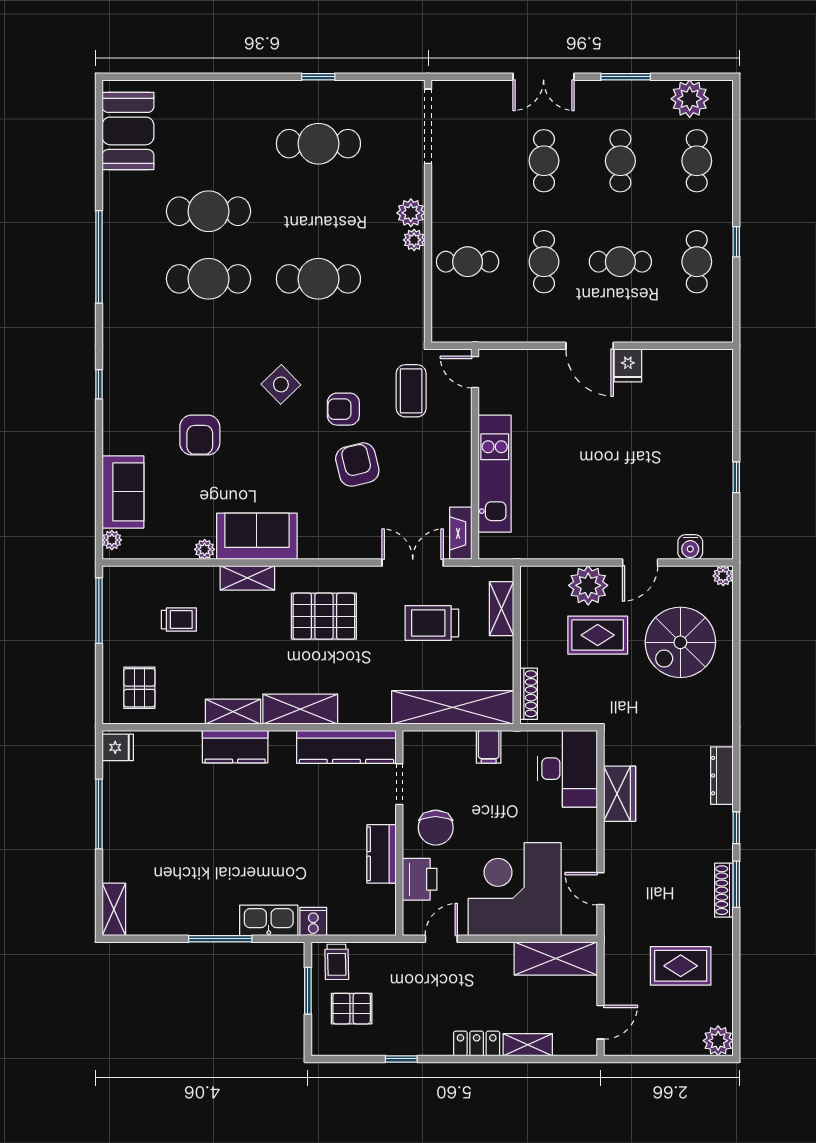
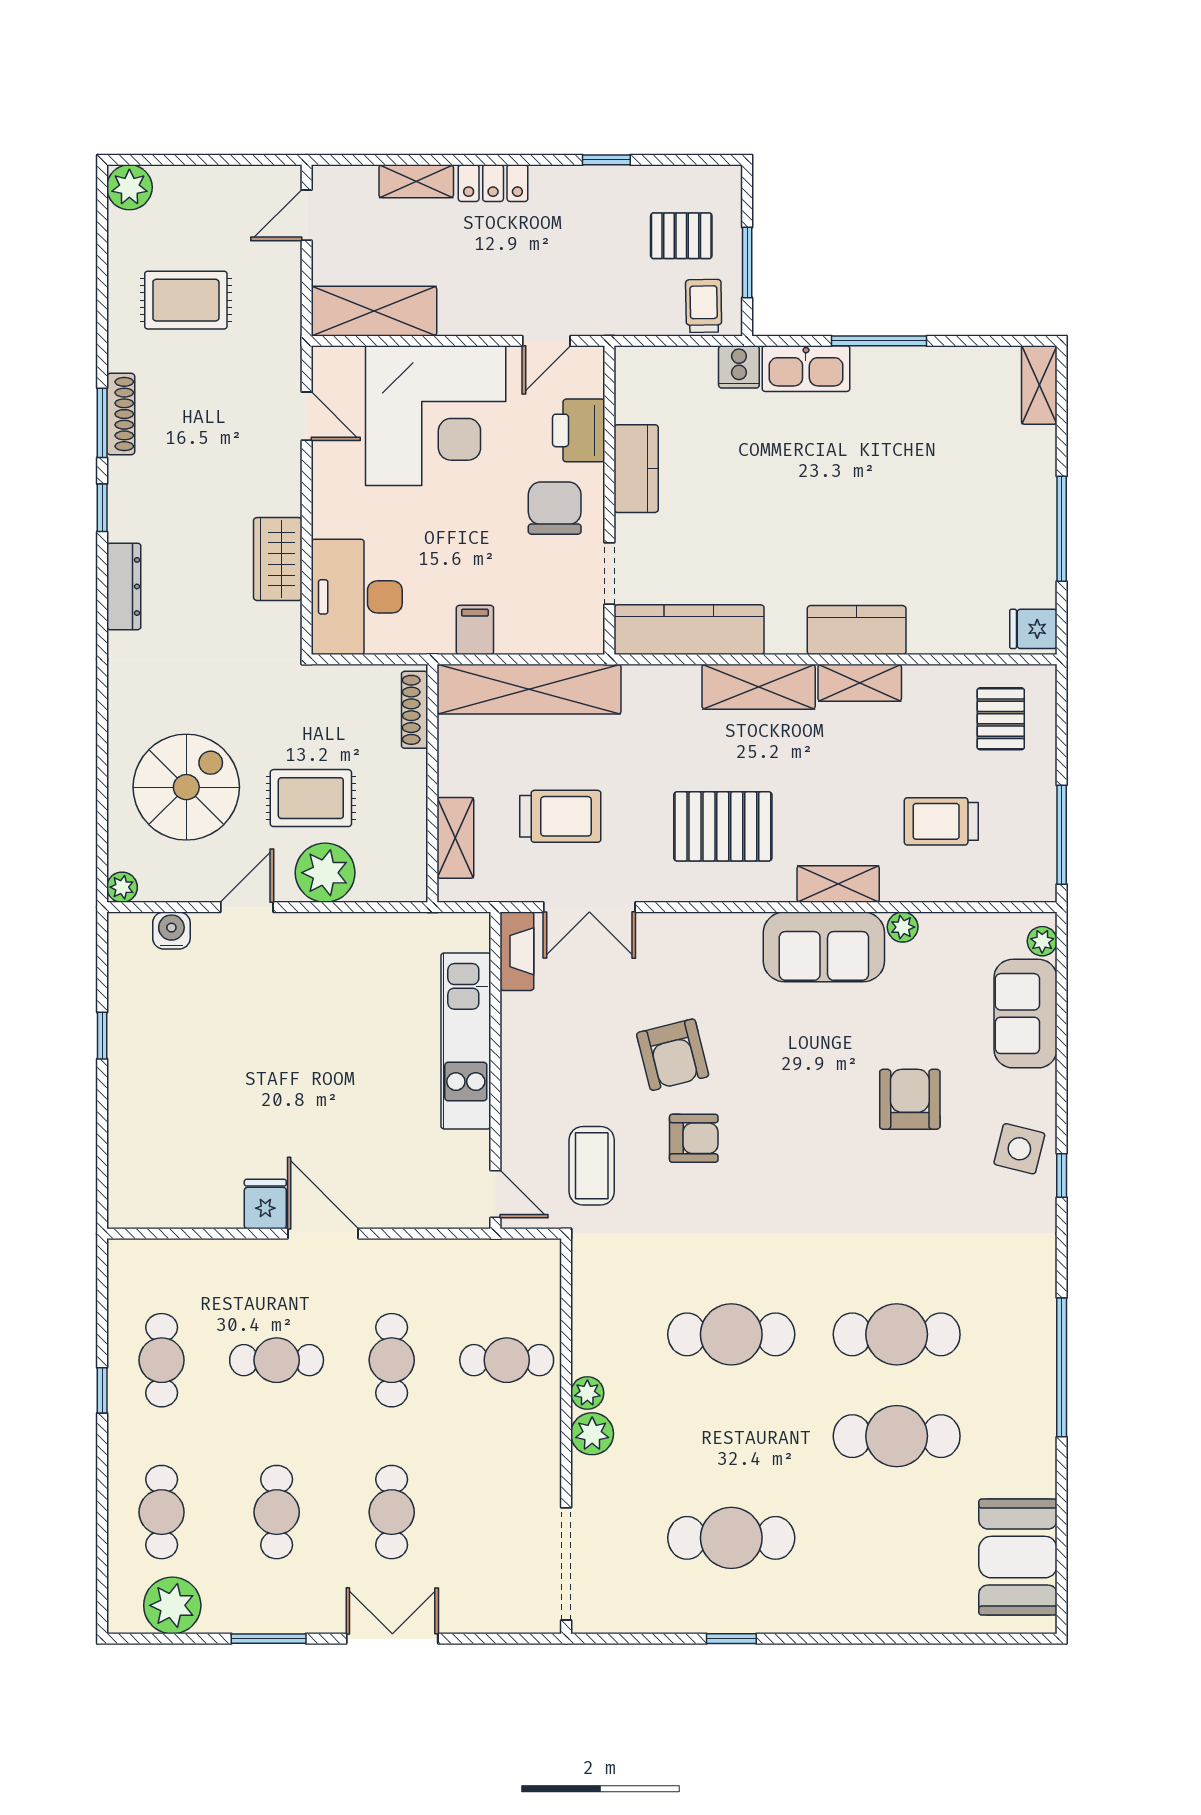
side table: (281, 384) -> (1019, 1149), moved, turned -32
trolley: (179, 620) -> (941, 821), width x1.36, depth x1.39

